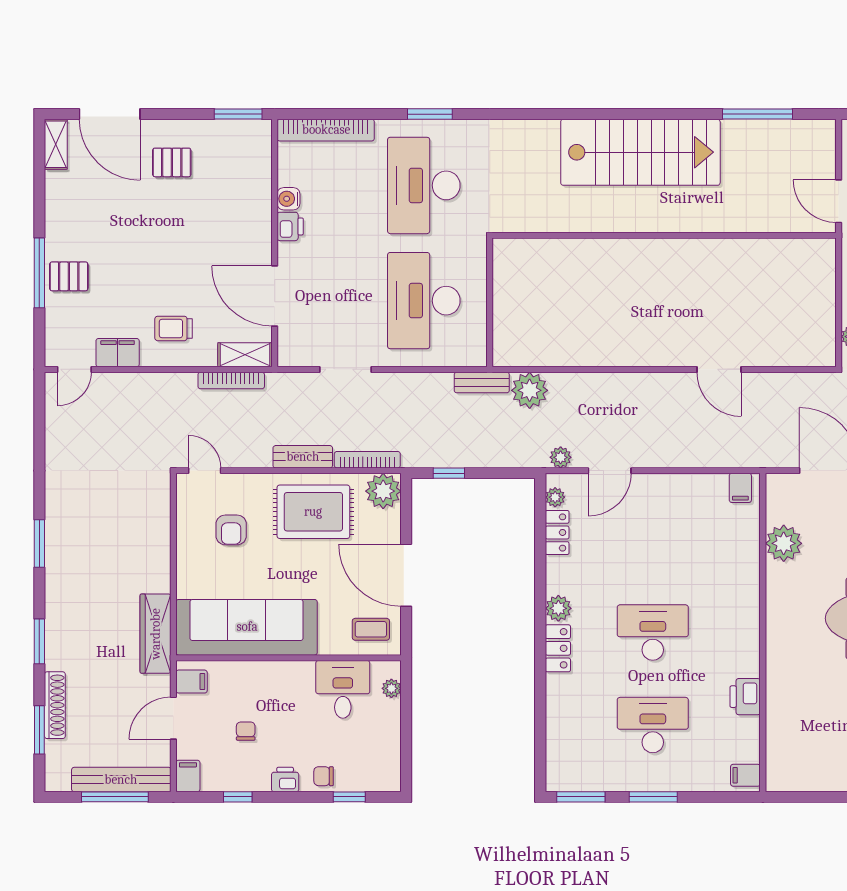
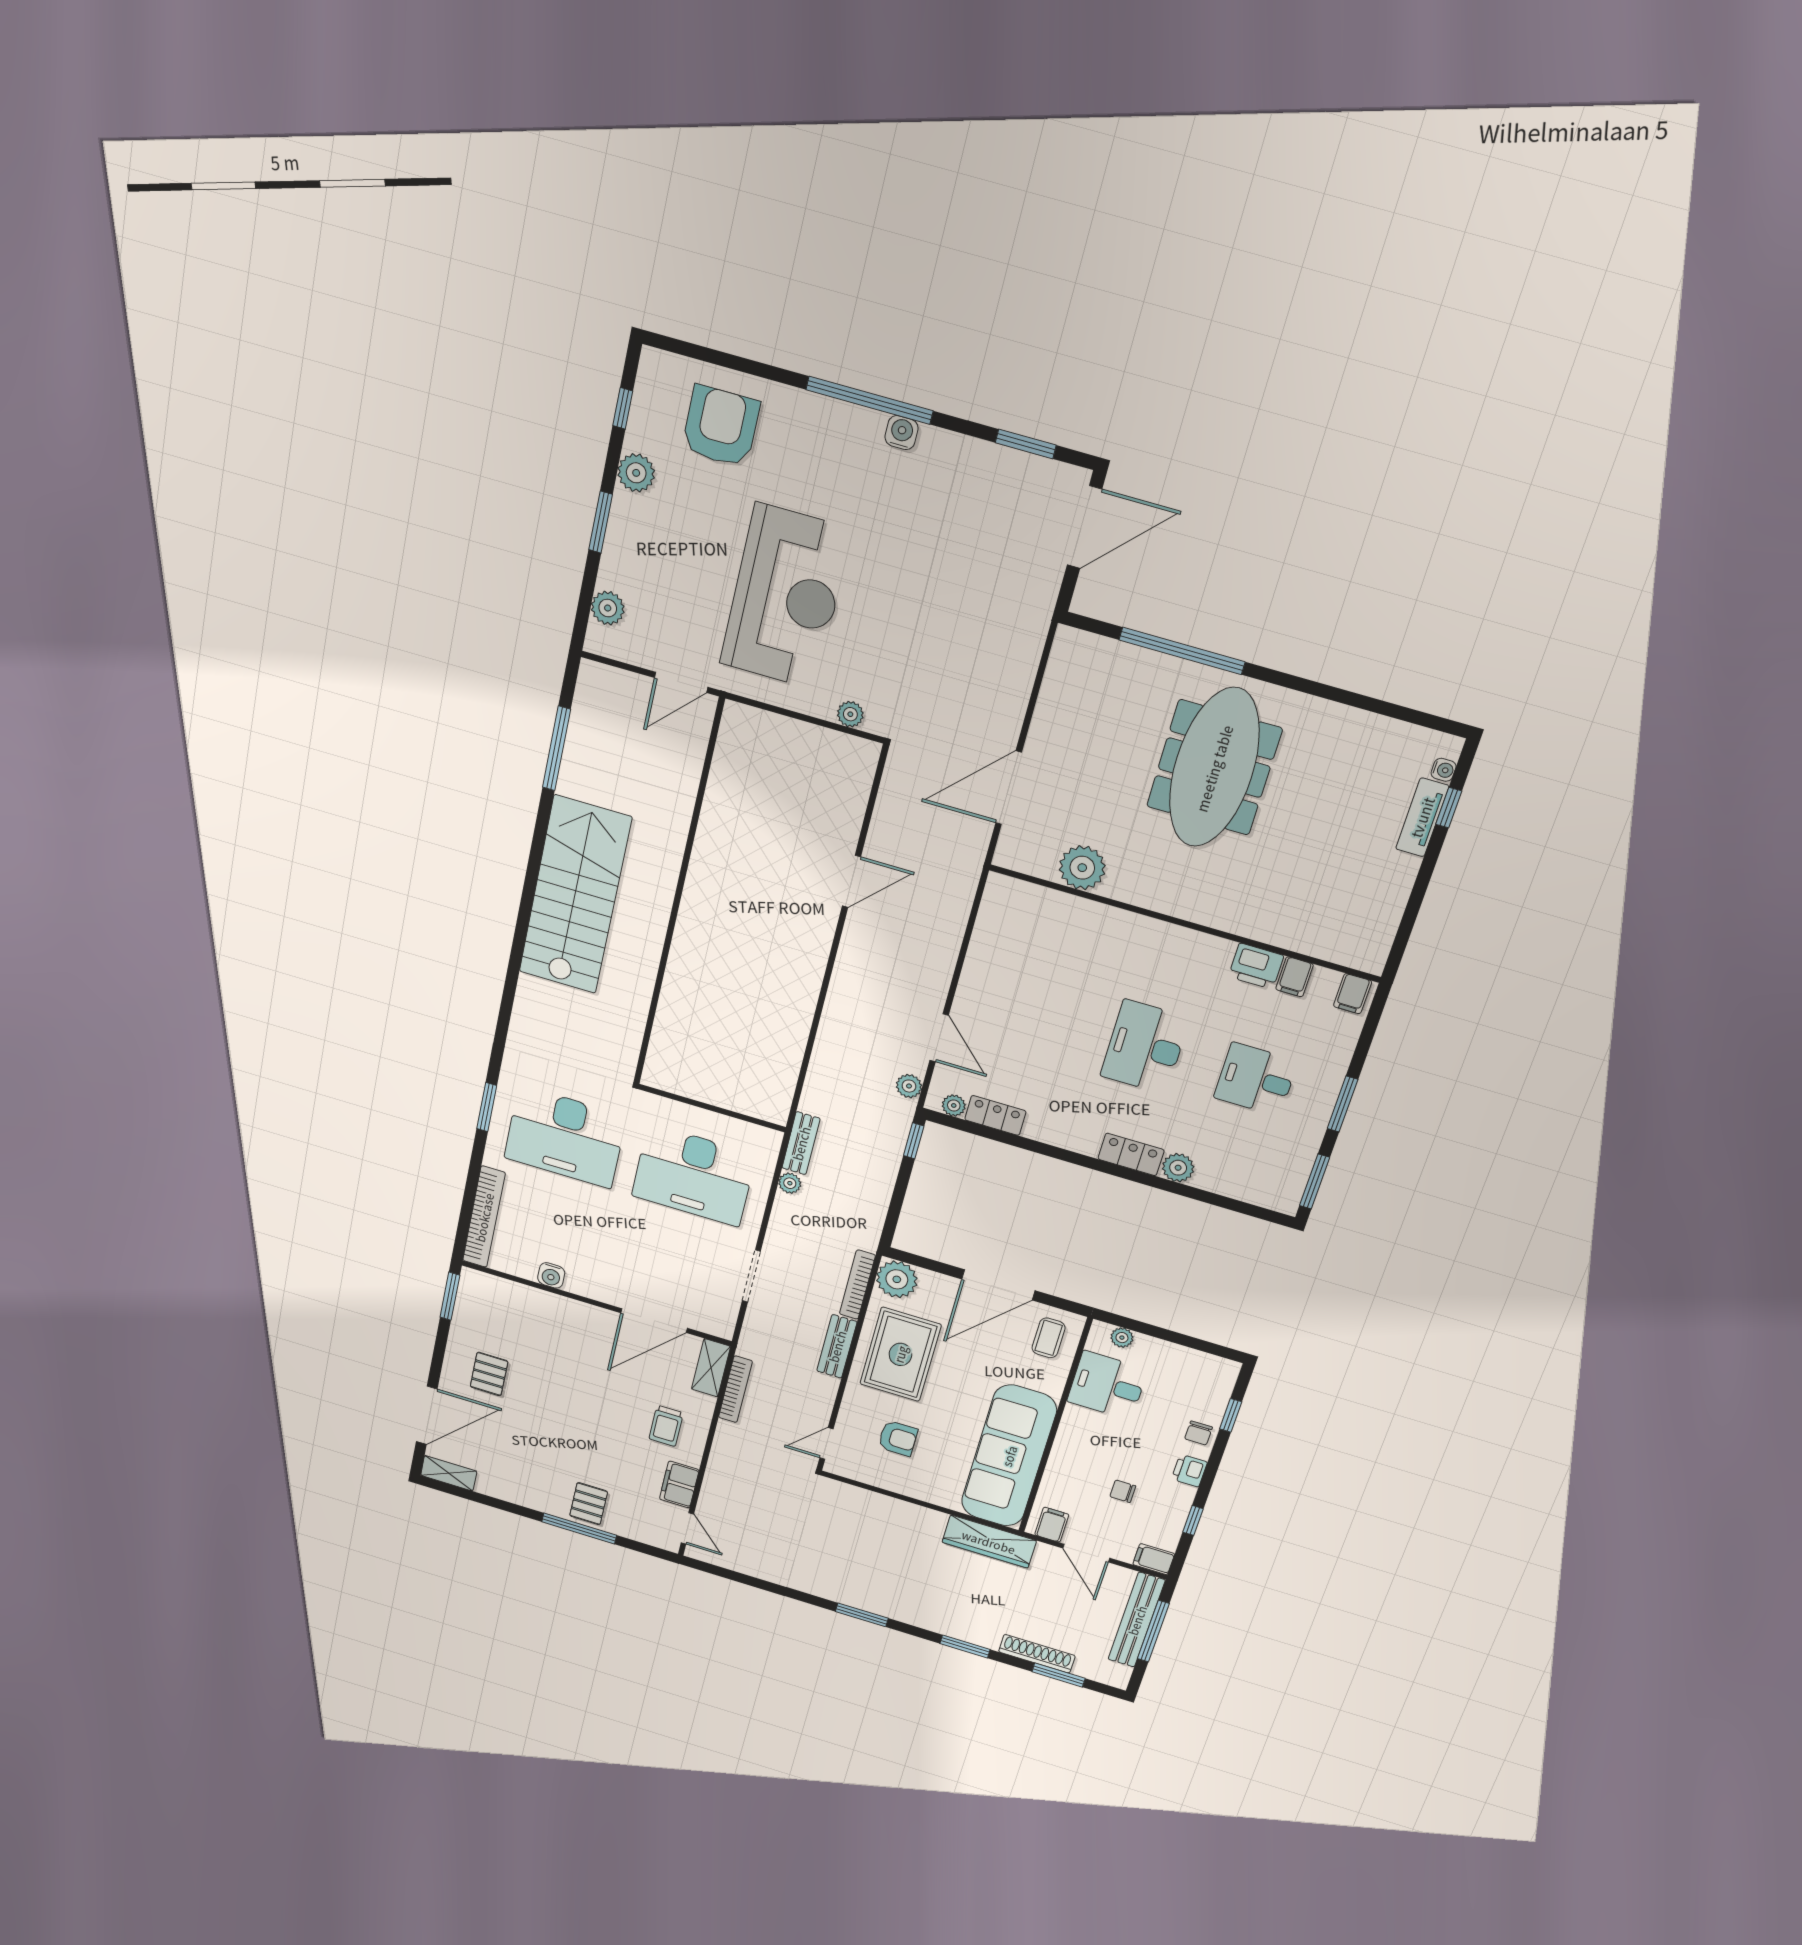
printer: (290, 226) -> (582, 1283), removed
plant: (530, 390) -> (790, 1183), moved, width x0.53, depth x0.53
window: (449, 473) -> (914, 1141), moved
filing cabinet: (740, 488) -> (1295, 977), moved, turned 90
plant: (558, 608) -> (1178, 1168), moved
desk: (653, 725) -> (1256, 1079), width x0.73

